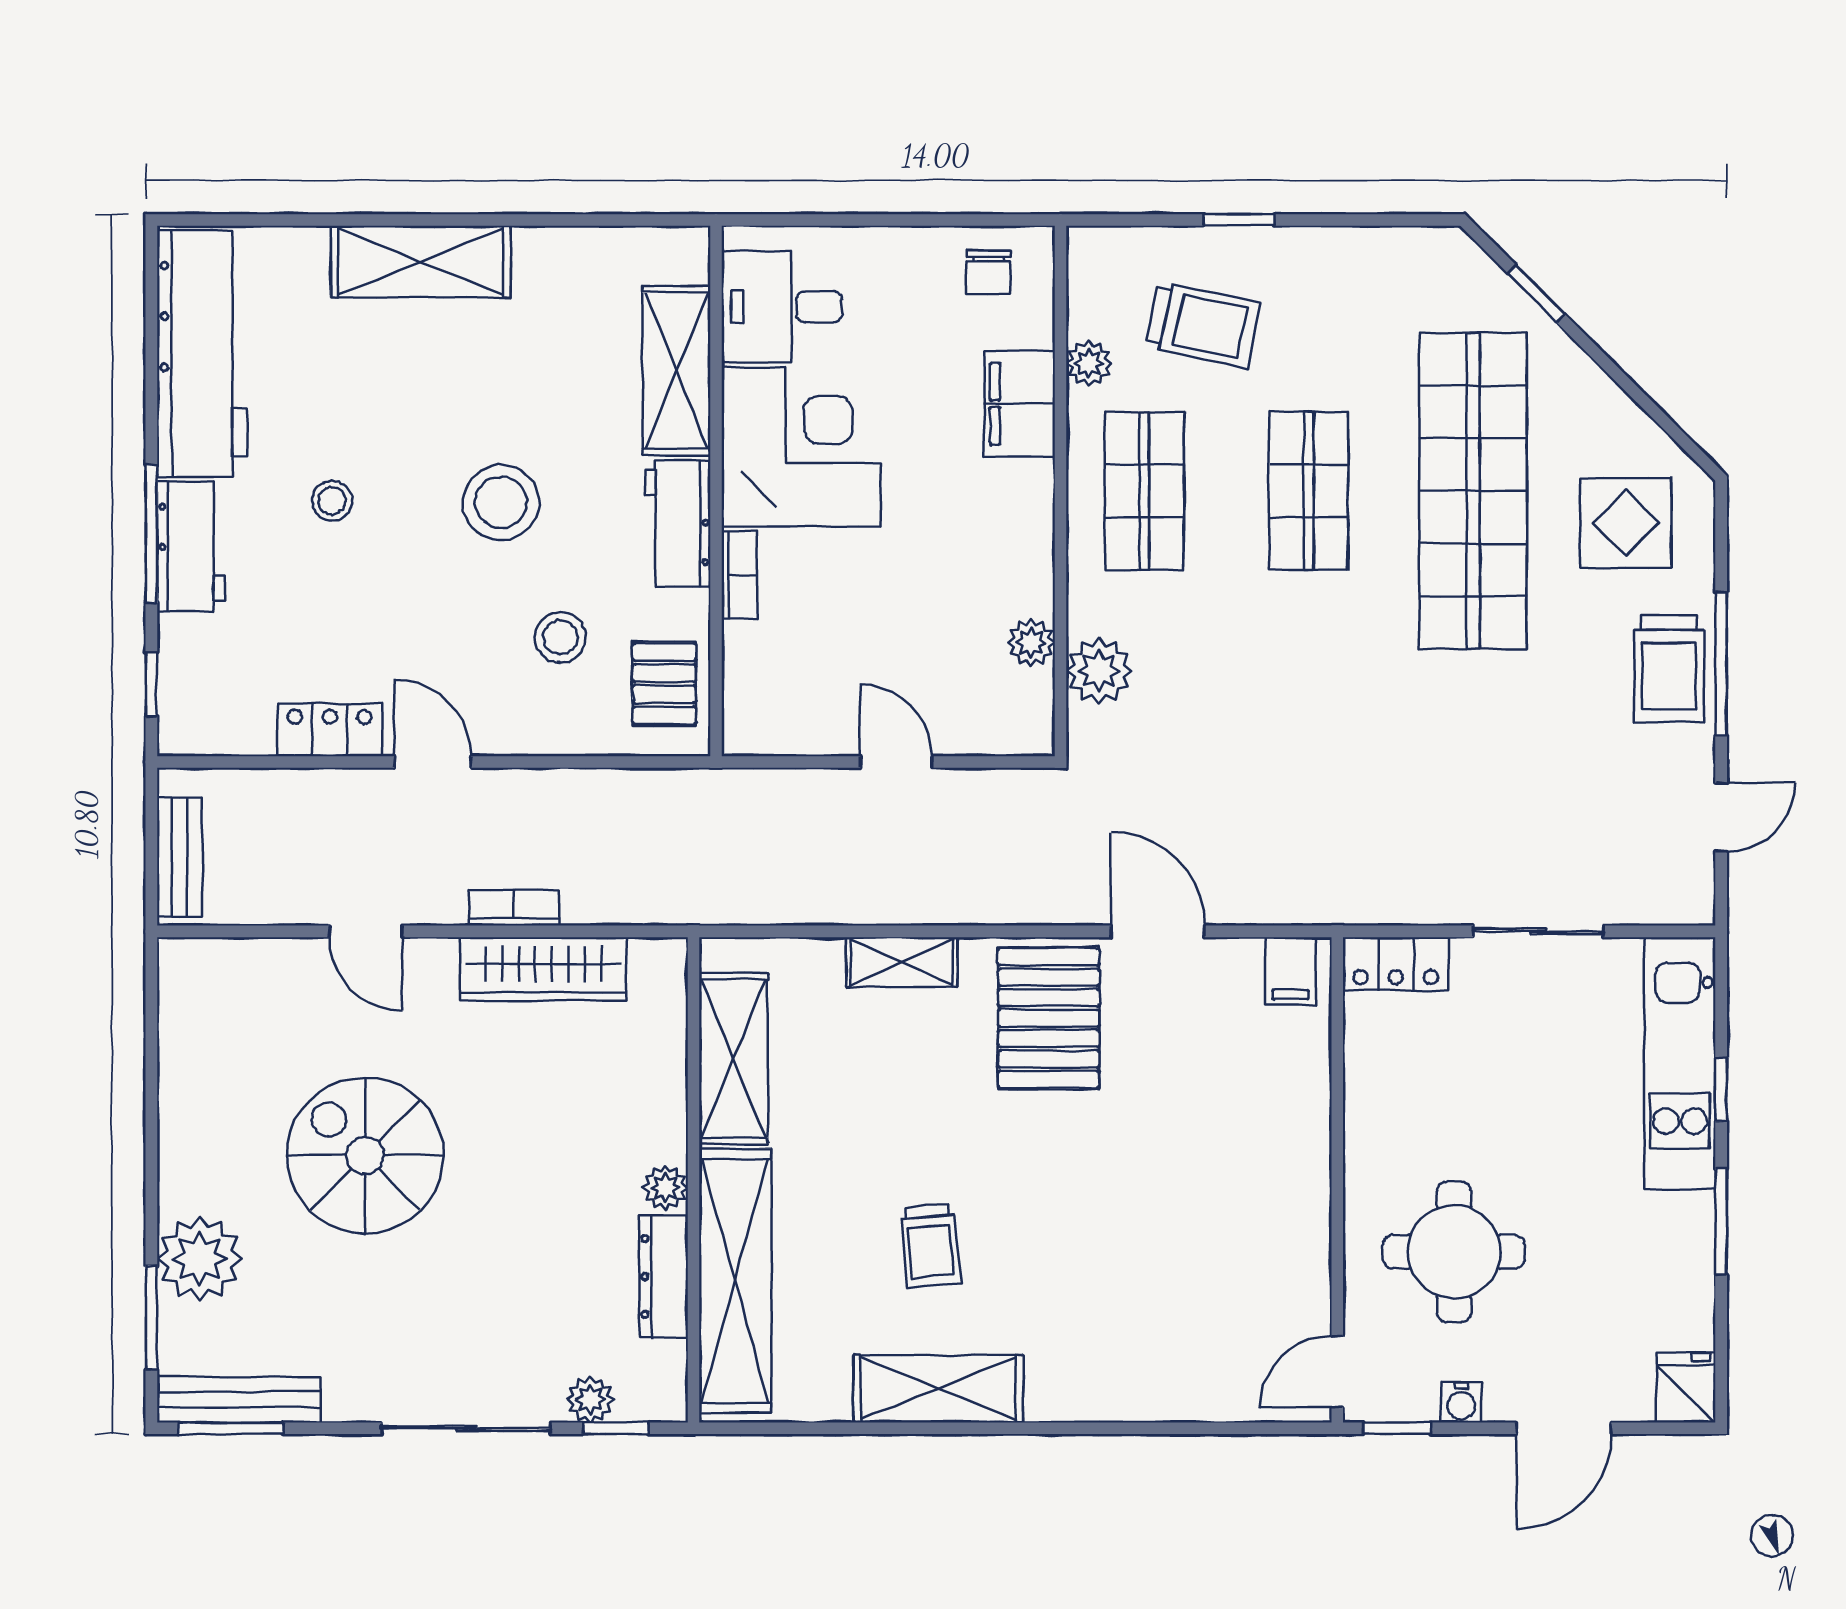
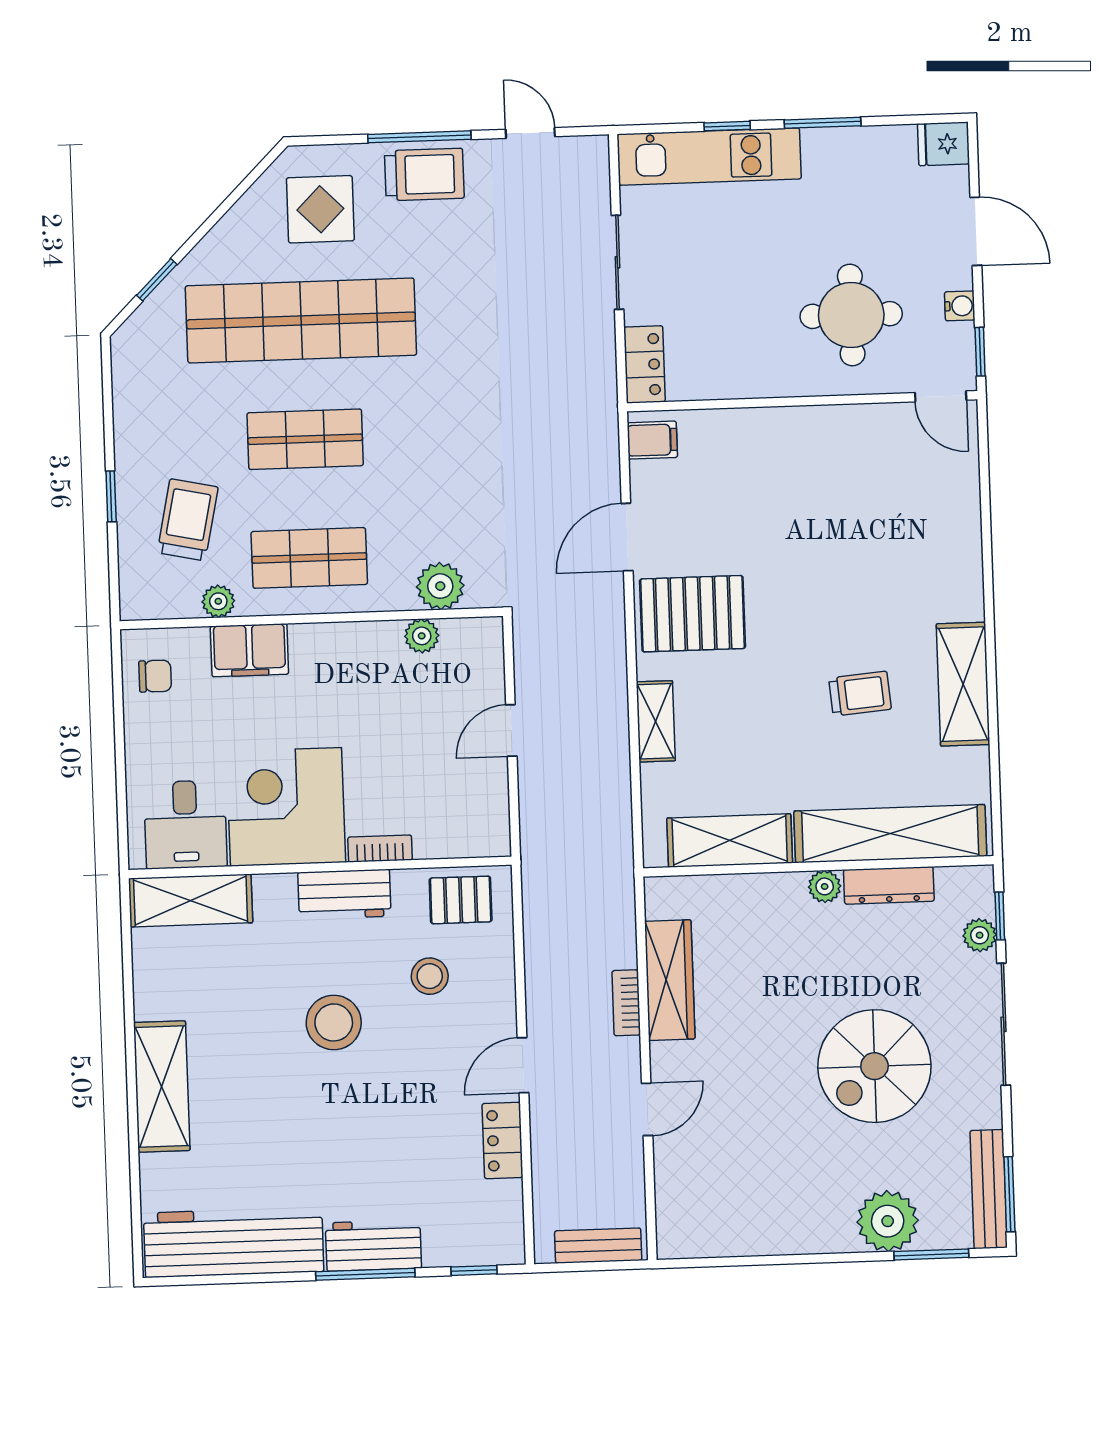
shelving: (677, 371) -> (191, 900), moved
stool: (332, 501) -> (337, 1144), removed
spiral stairs: (365, 1155) -> (874, 1066), moved

